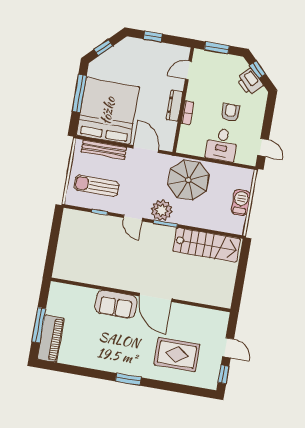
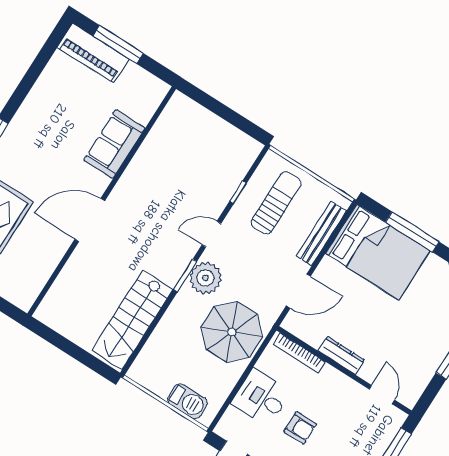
bed: (108, 111) -> (378, 252), width x0.73
bookcase: (187, 113) -> (299, 353), moved, width x1.56
barbecue: (241, 203) -> (188, 401), moved
sofa: (116, 304) -> (114, 144), moved

